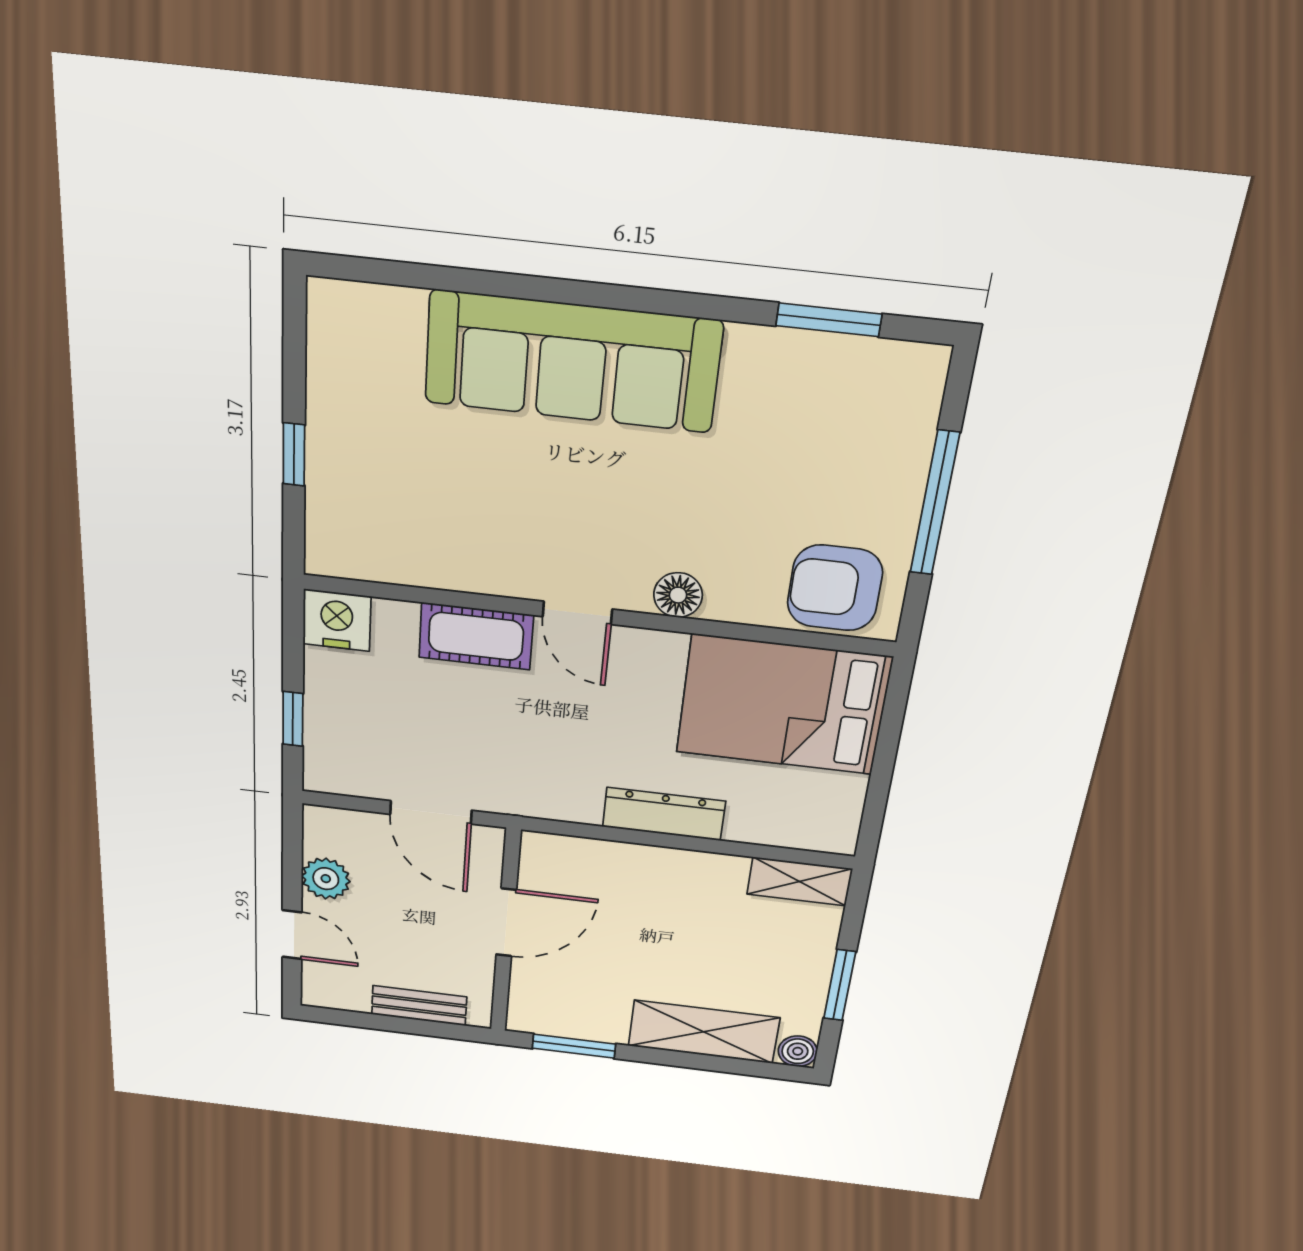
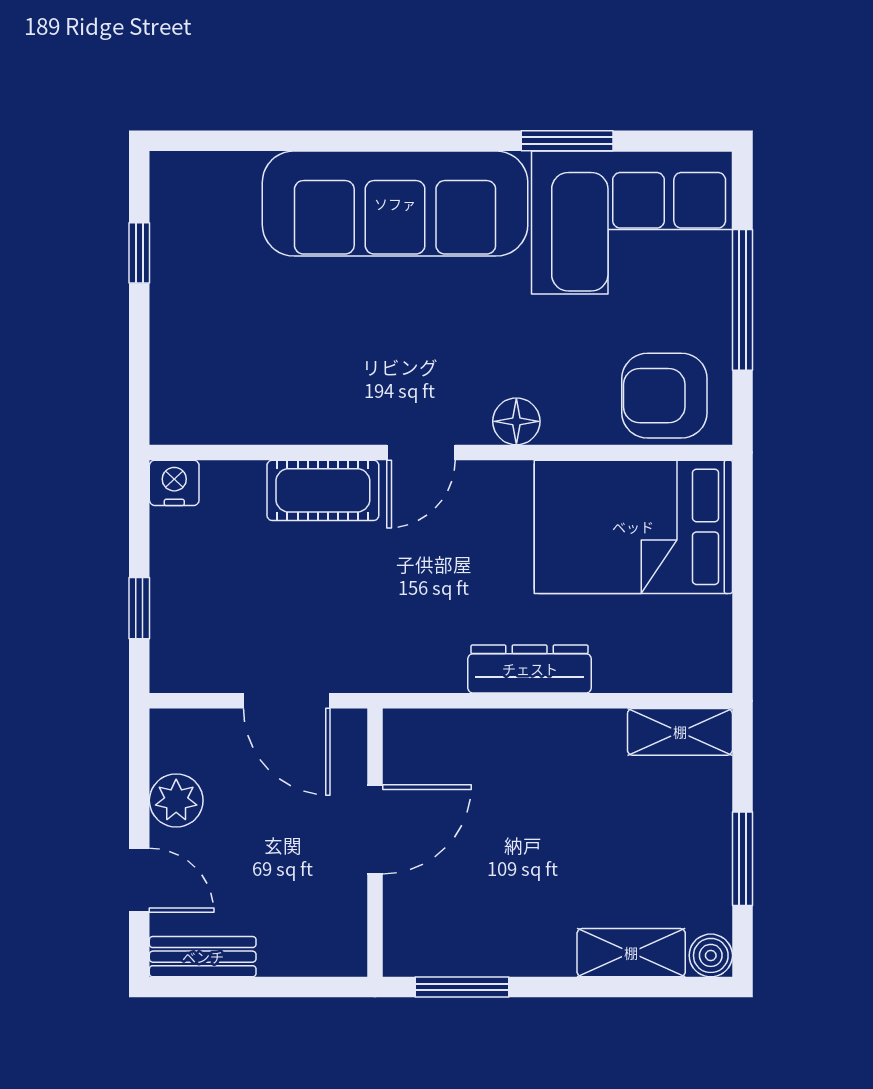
window: (829, 320) -> (567, 141), moved
corner sofa: (829, 410) -> (632, 222), added
window: (294, 454) -> (139, 253), moved
door: (577, 613) -> (421, 452), hinge flipped
nightstand: (337, 620) -> (174, 483), width x0.74, depth x0.75
bench: (419, 1006) -> (203, 957), moved
shelving: (704, 1032) -> (631, 953), width x0.67, depth x0.75

